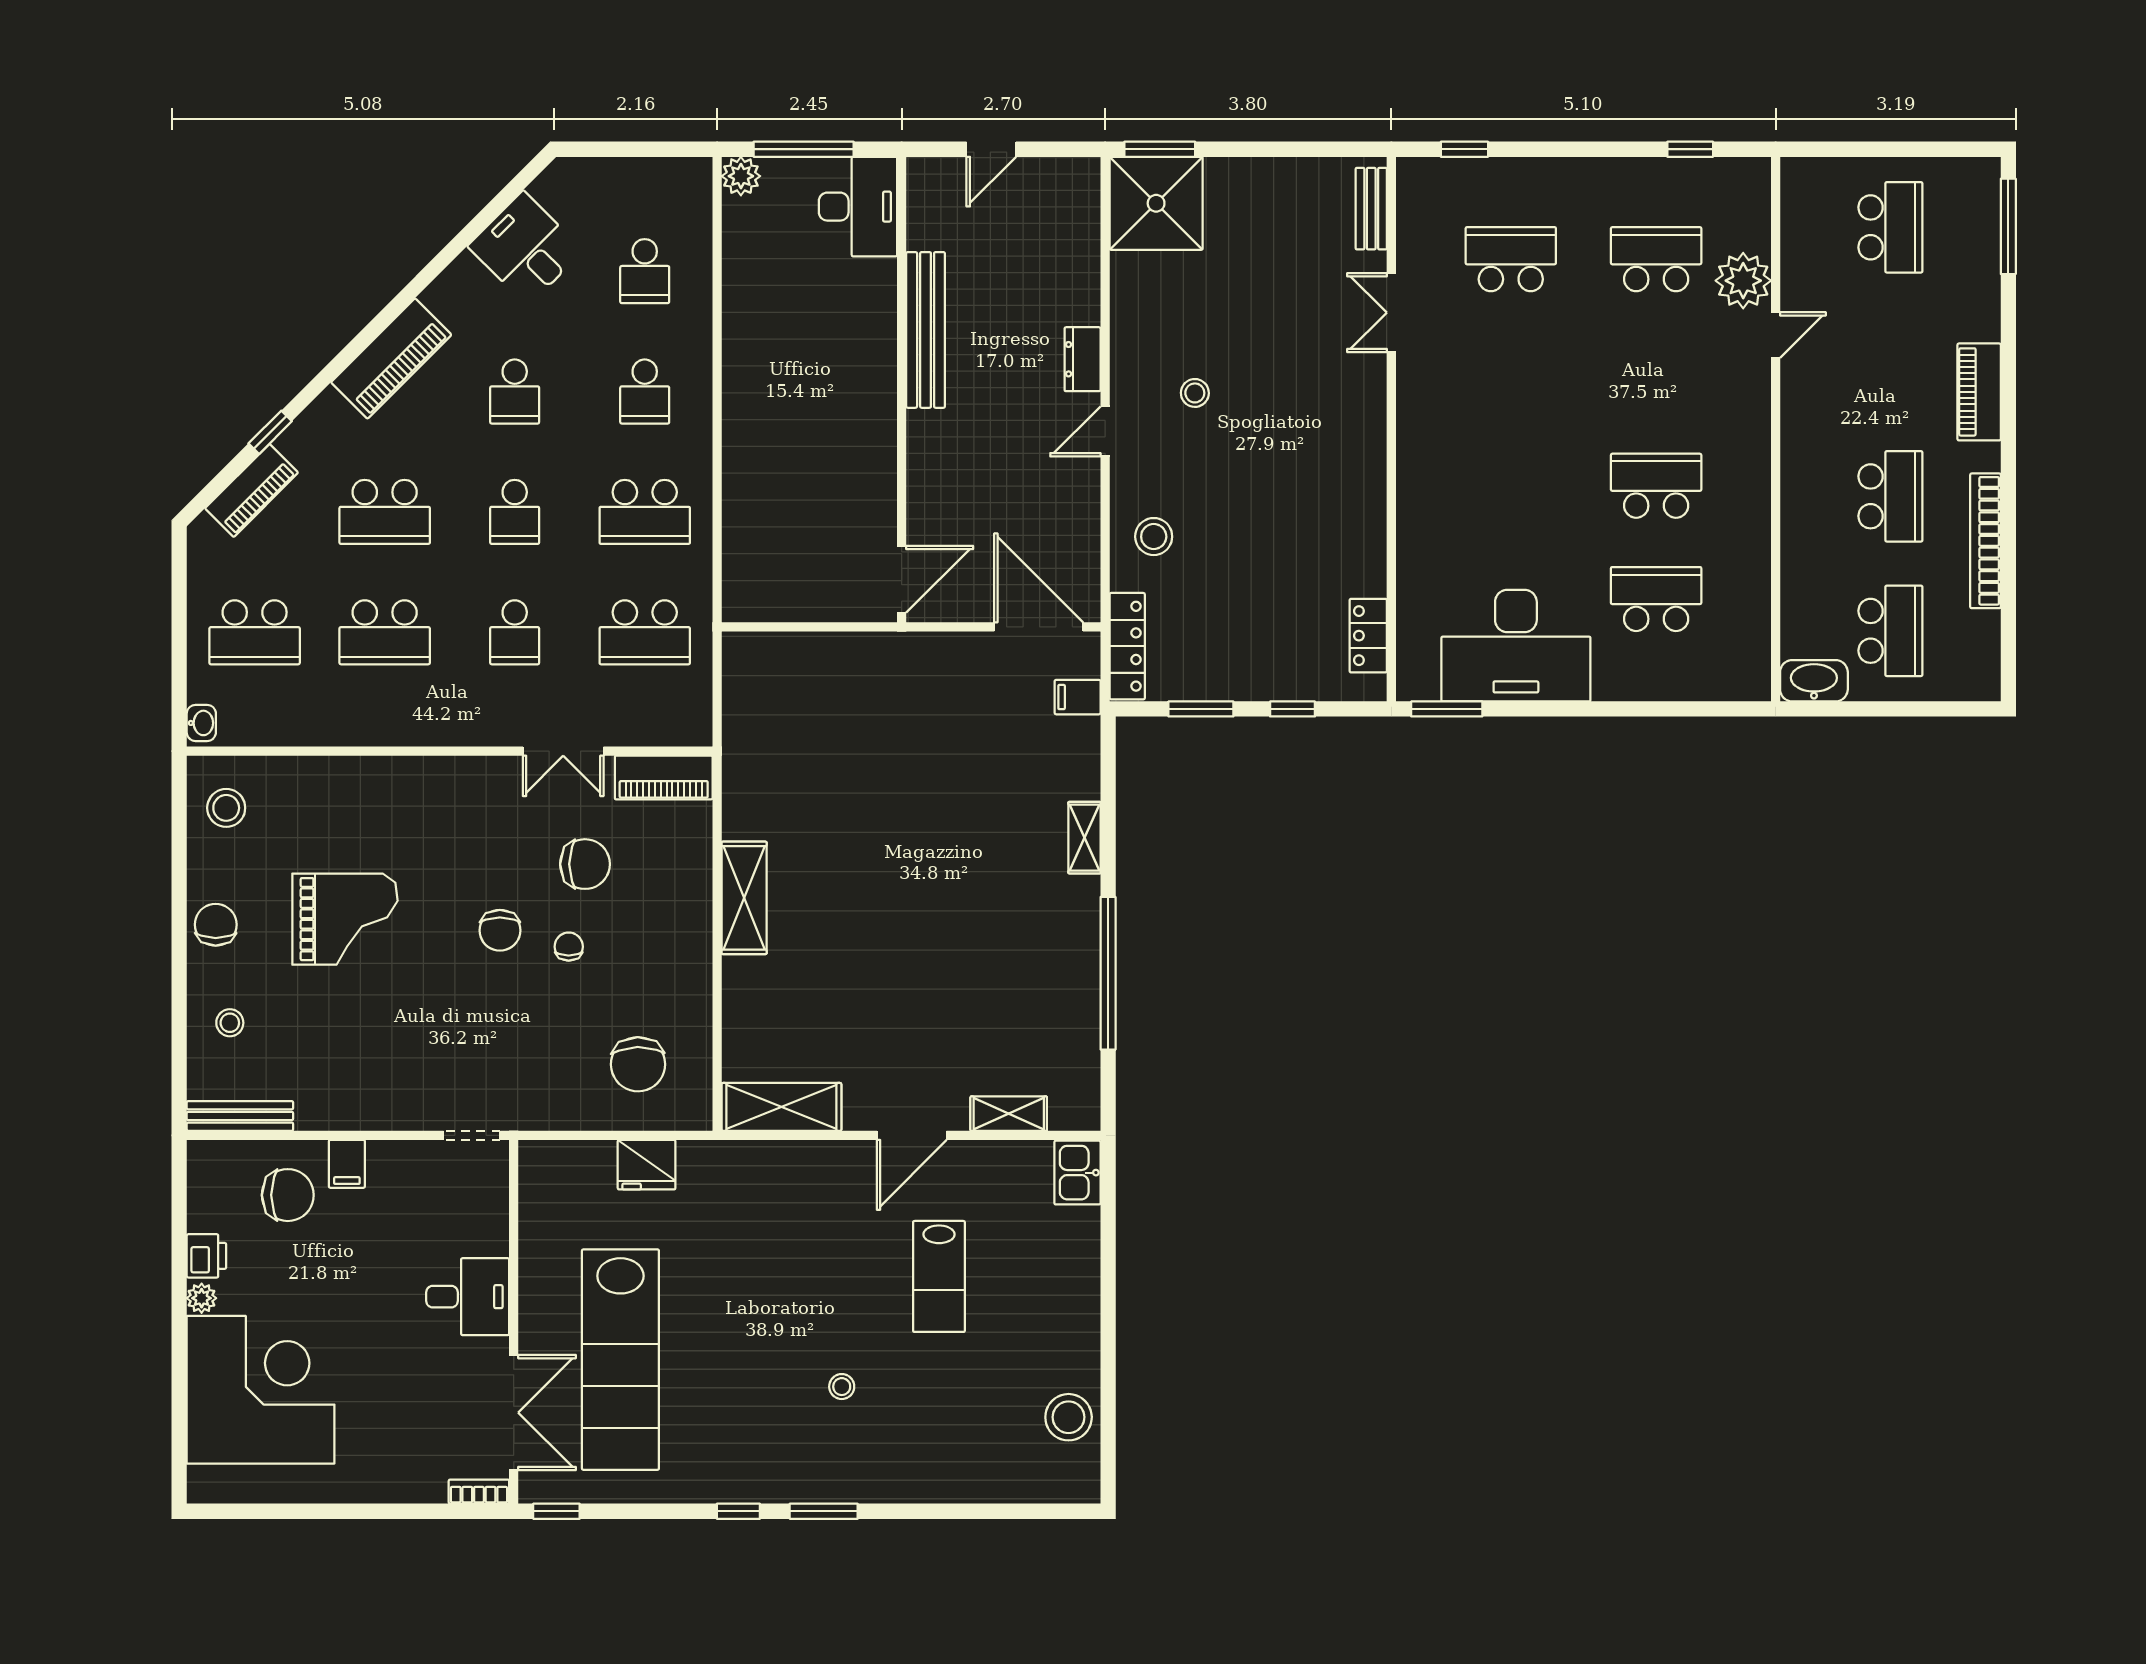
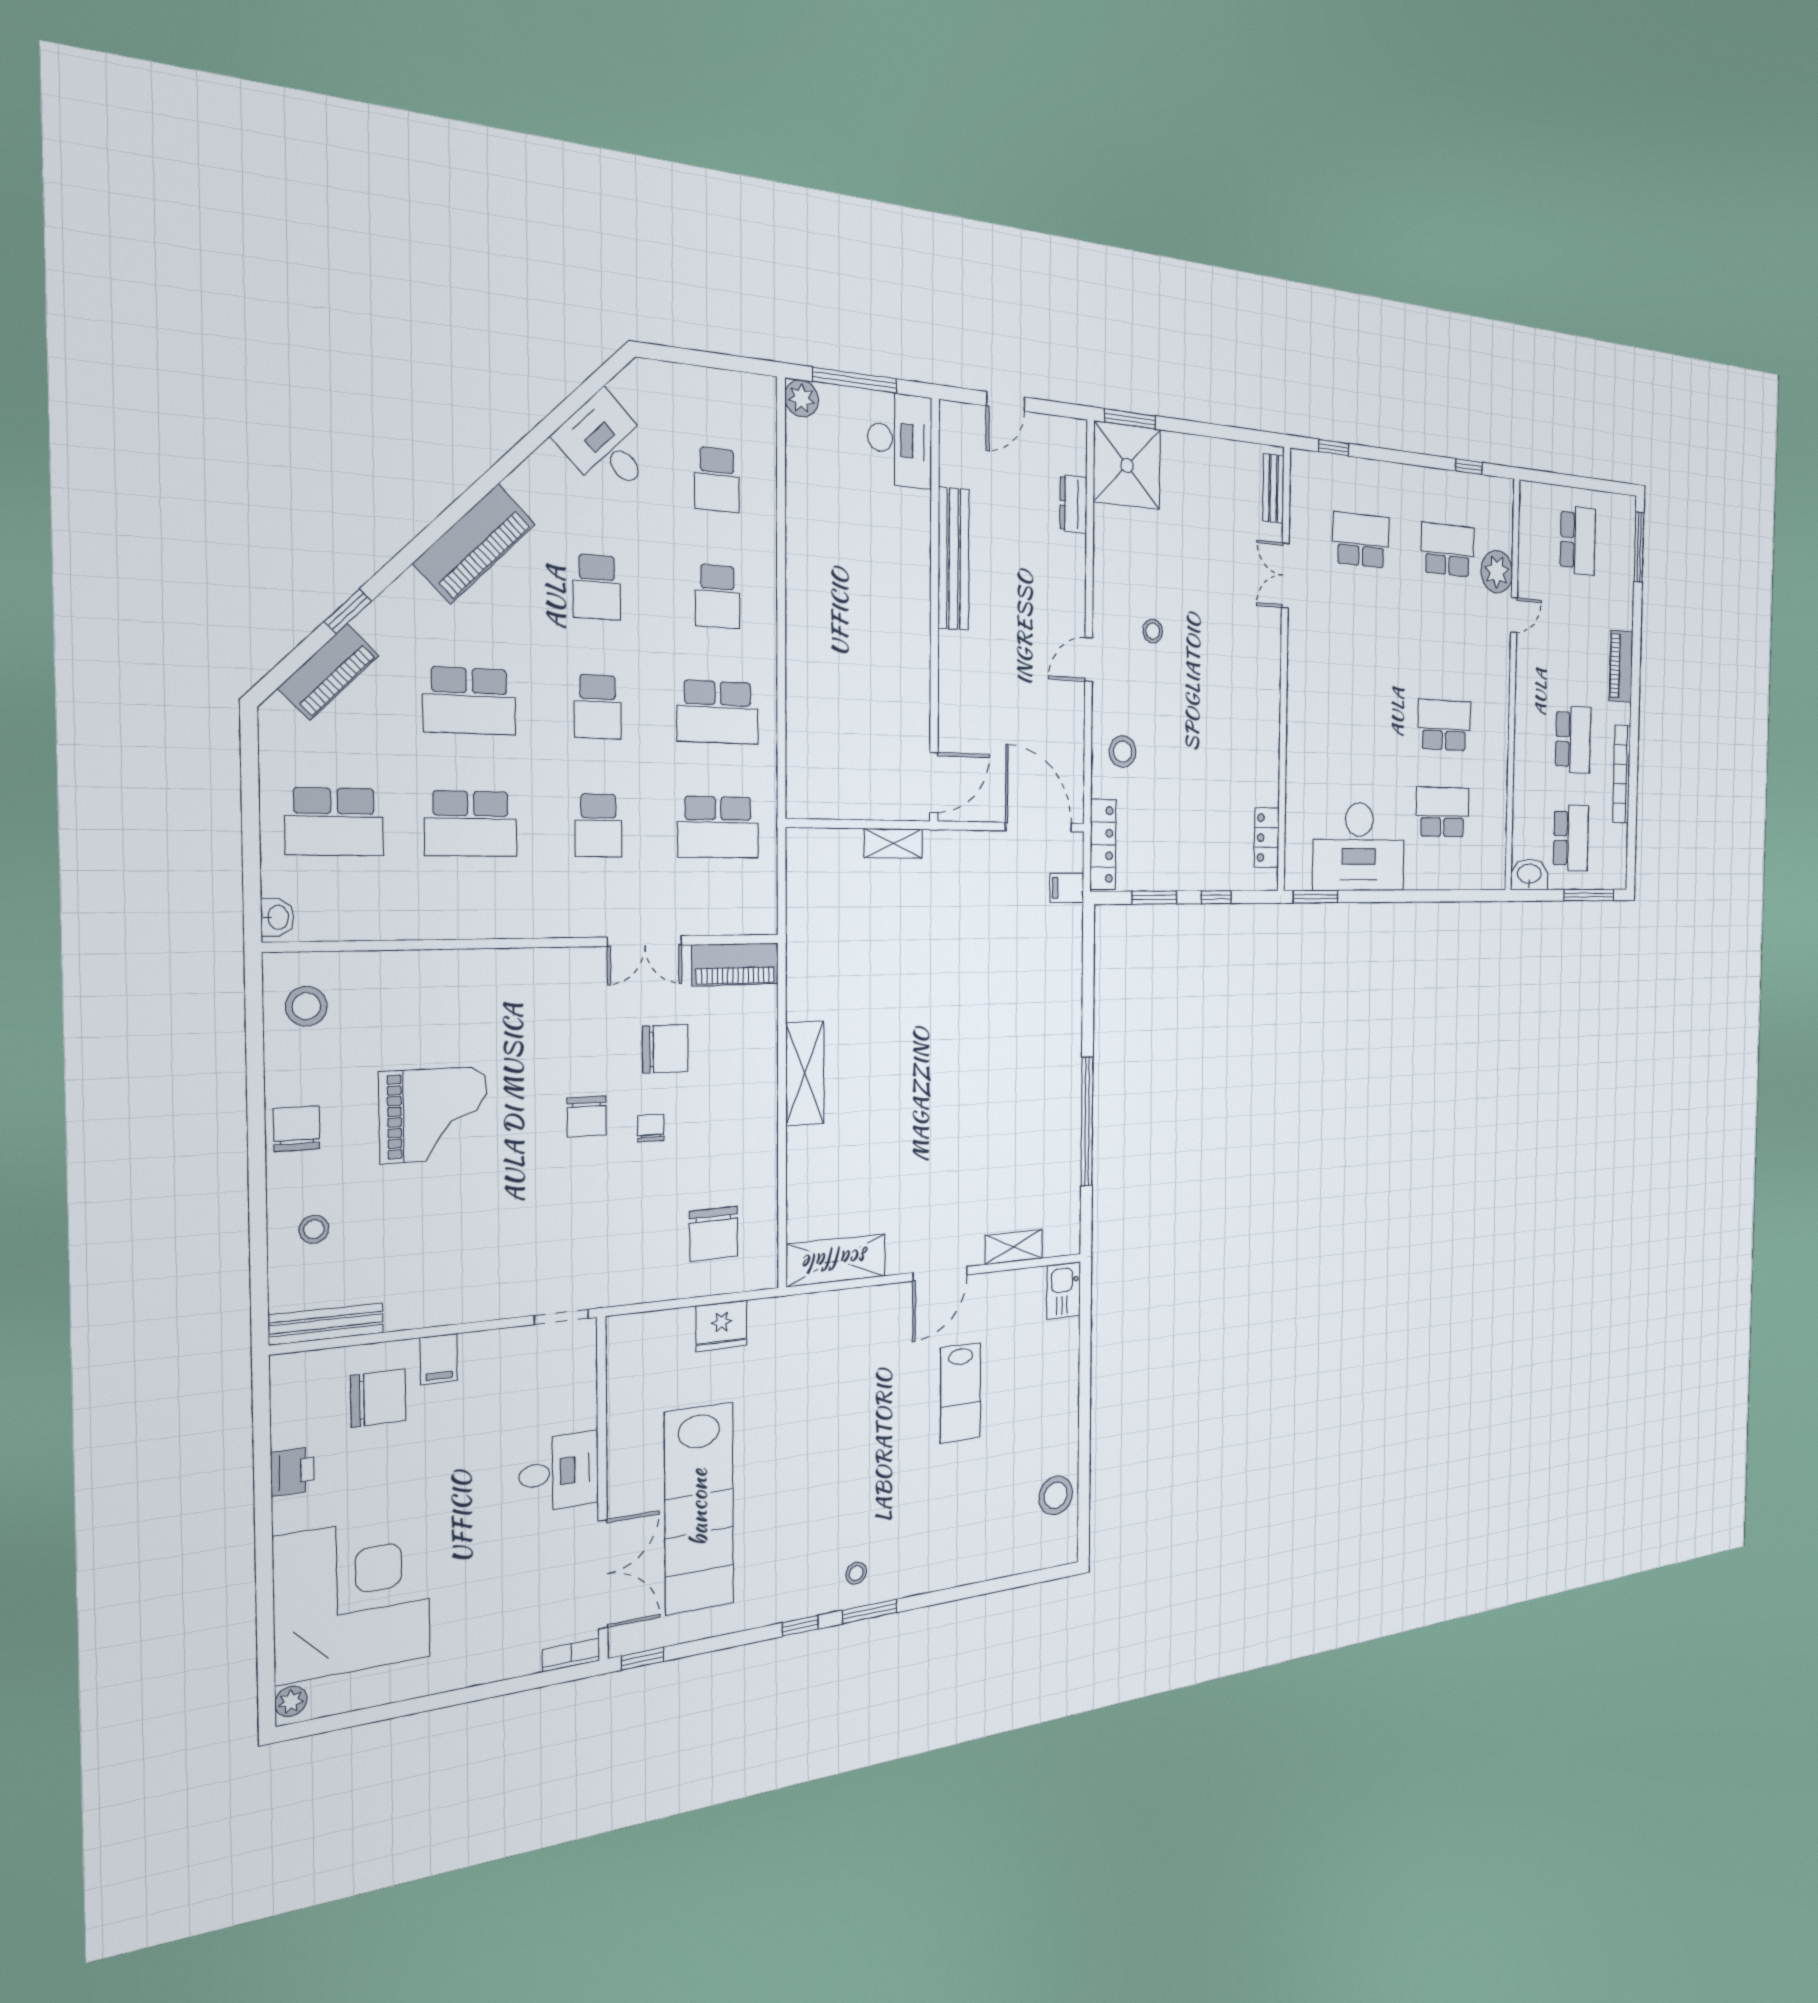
dresser: (1083, 359) -> (1073, 504), moved
window: (1928, 709) -> (1589, 895), added
shelving: (1084, 838) -> (893, 843), moved, turned 90
plant: (202, 1298) -> (291, 1701), moved
stool: (842, 1387) -> (856, 1573), moved

